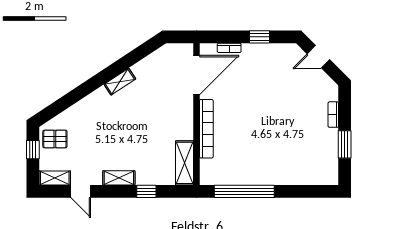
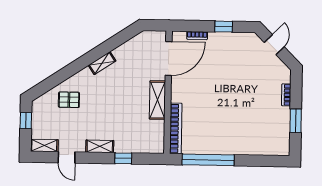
door: (318, 57) -> (274, 45), swing flipped
bookcase: (206, 129) -> (176, 128), moved
pallet: (55, 139) -> (69, 100), moved
shelving: (185, 163) -> (157, 100), moved

